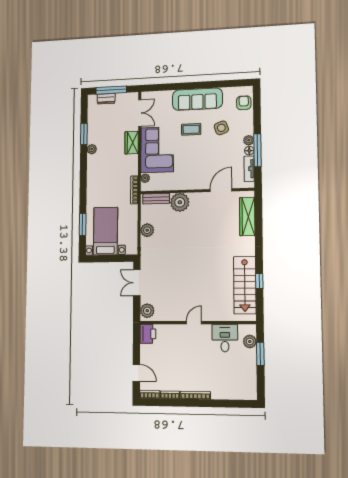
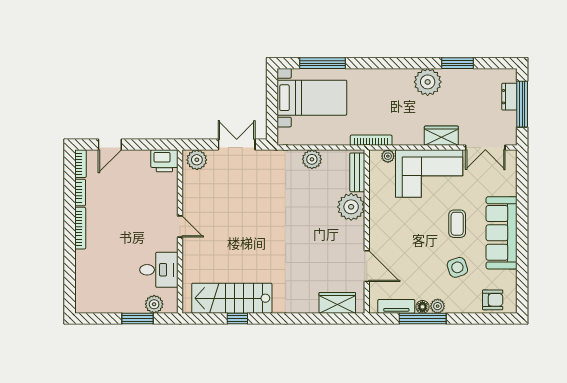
plant: (92, 149) -> (428, 82), width x1.87, depth x1.87
wardrobe: (247, 216) -> (337, 303), width x0.67
window: (83, 224) -> (322, 63), width x1.44

